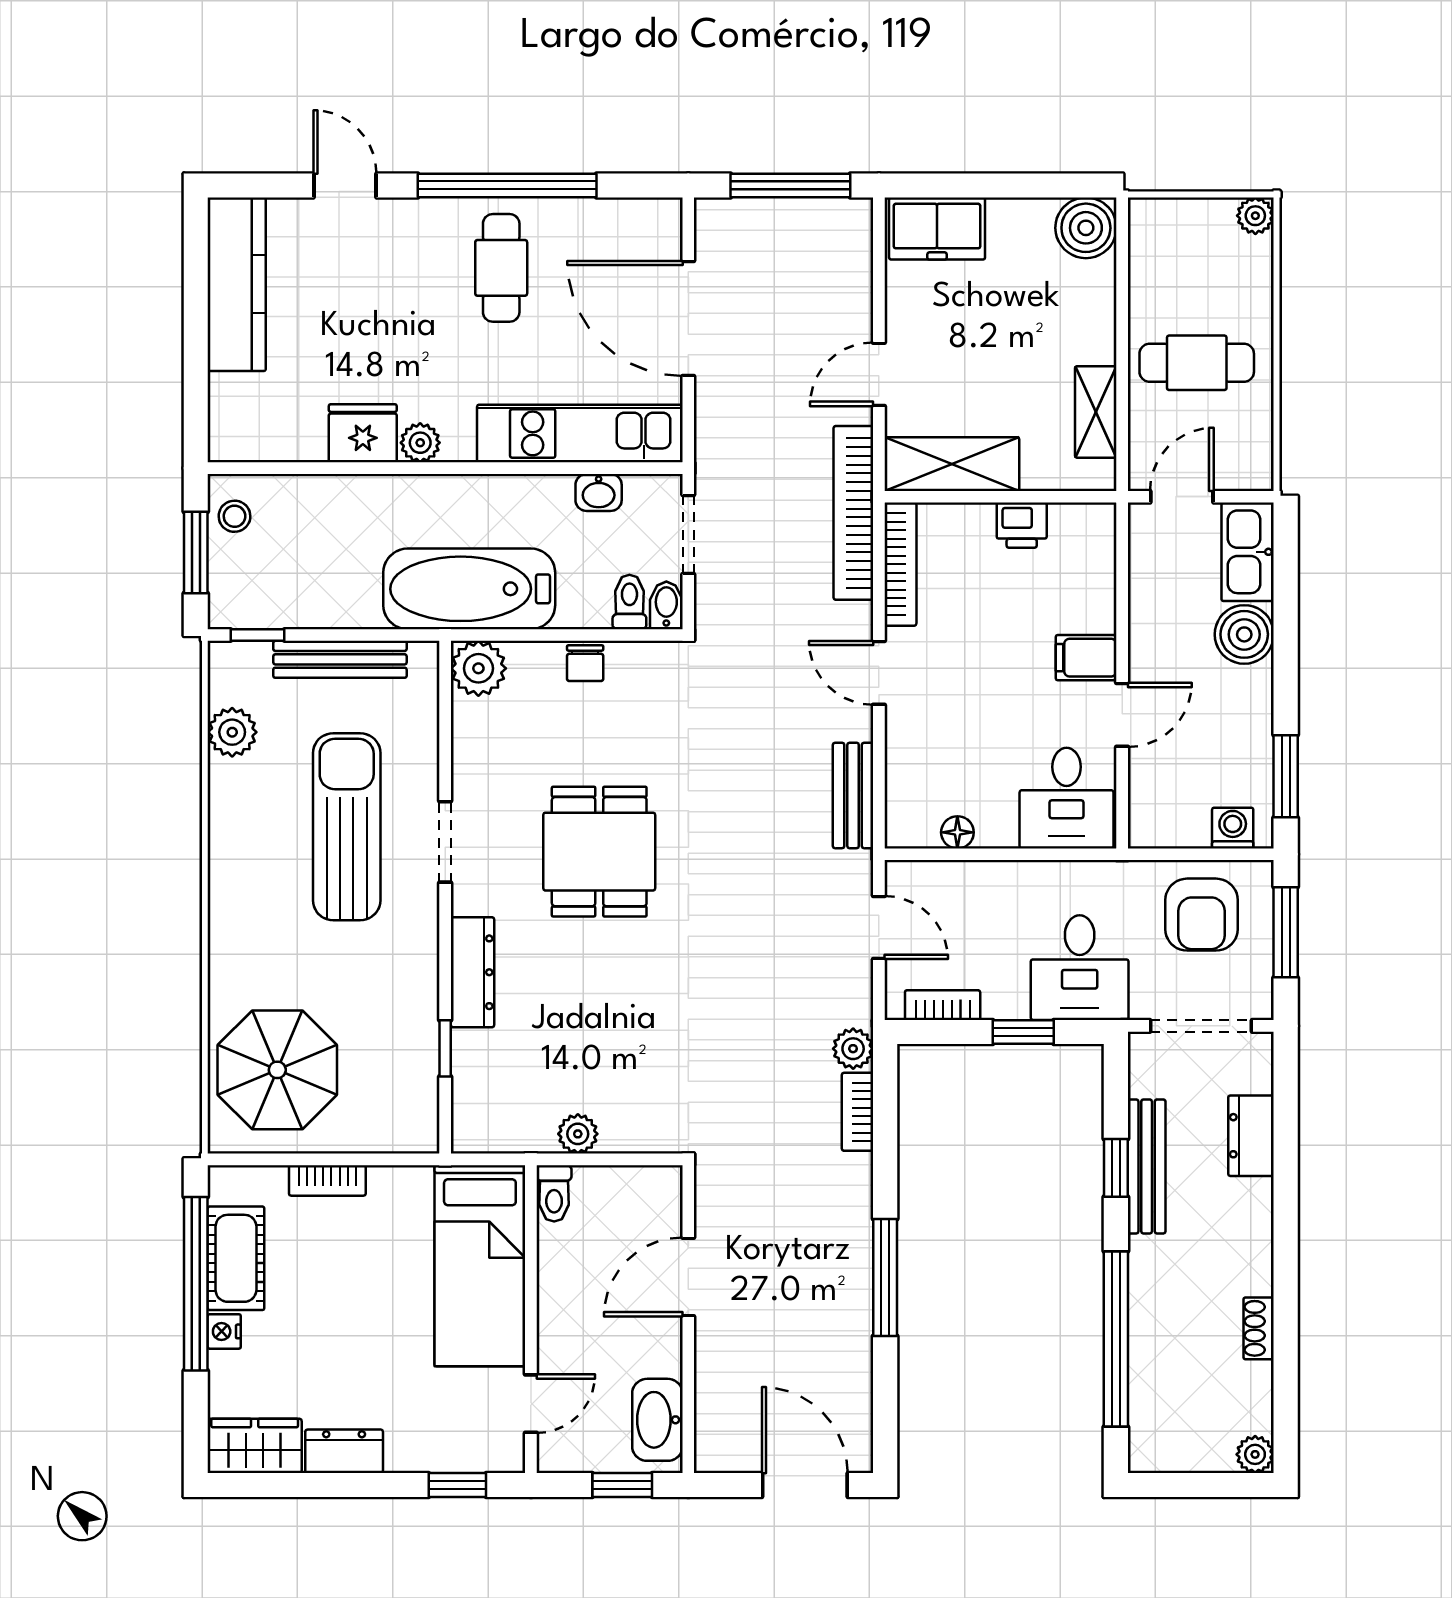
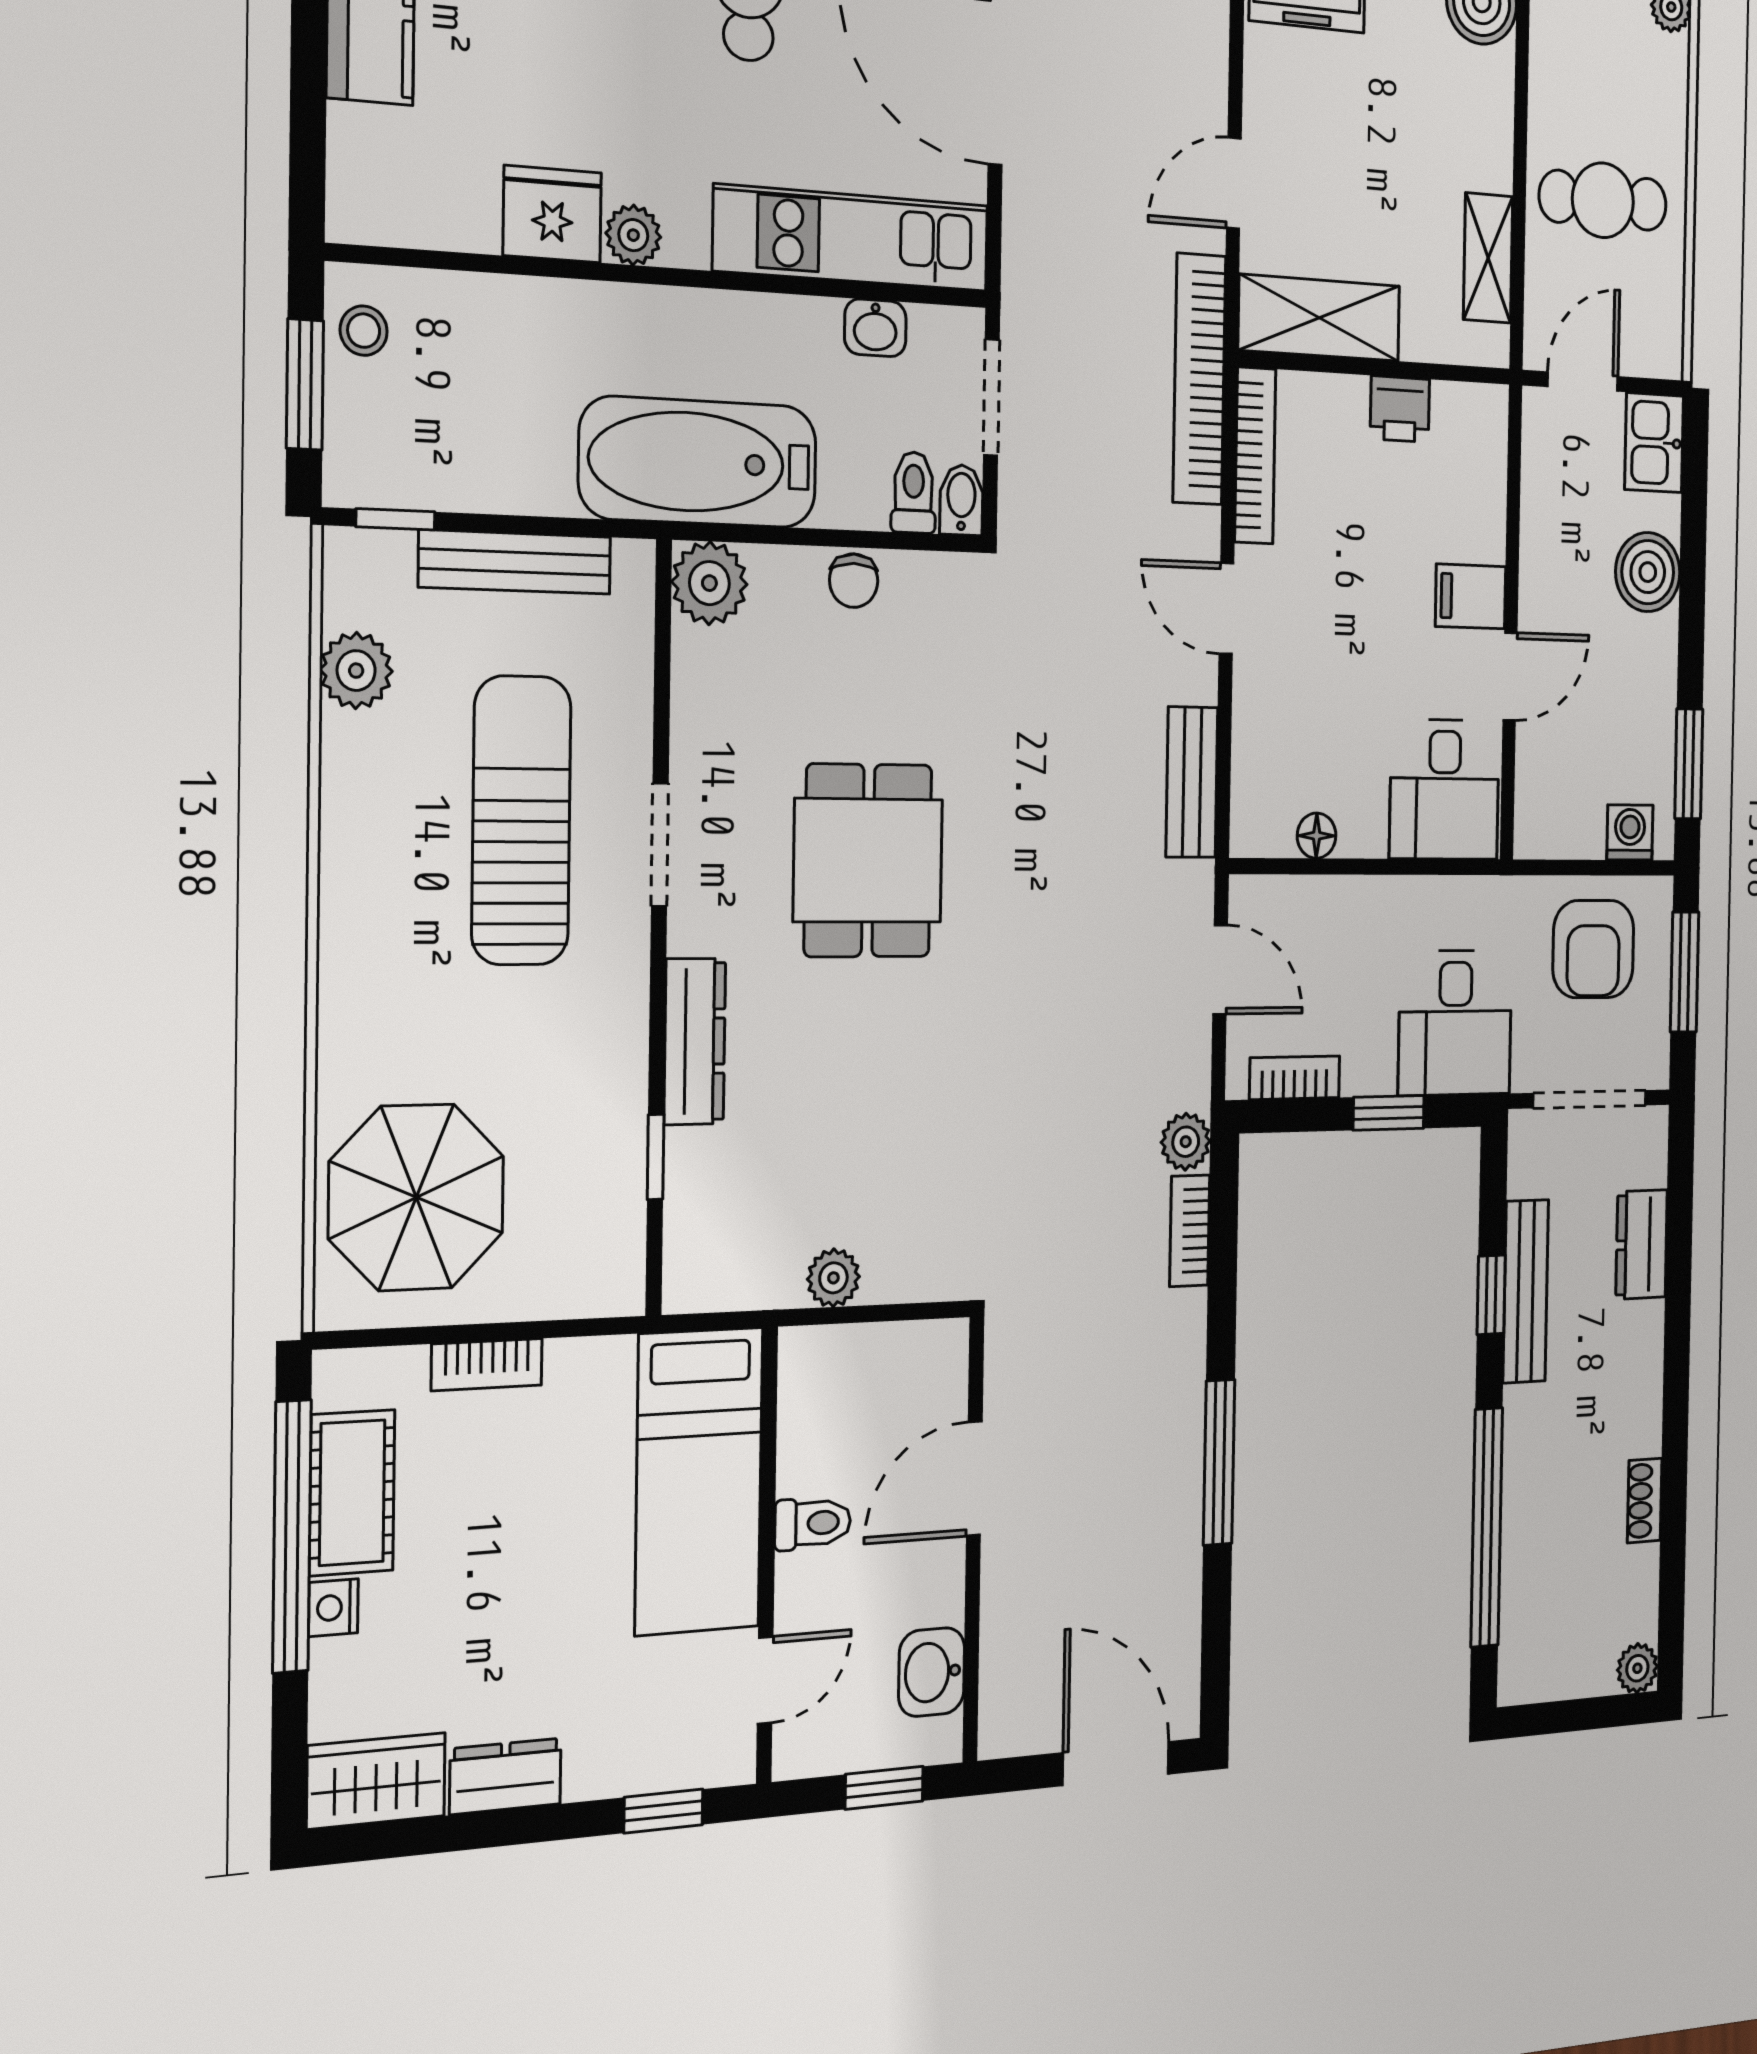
kitchen sink: (1248, 552) -> (1654, 443), width x0.73
toilet: (554, 1193) -> (813, 1523), moved, turned -90
washbasin: (657, 1420) -> (932, 1672), width x0.72

